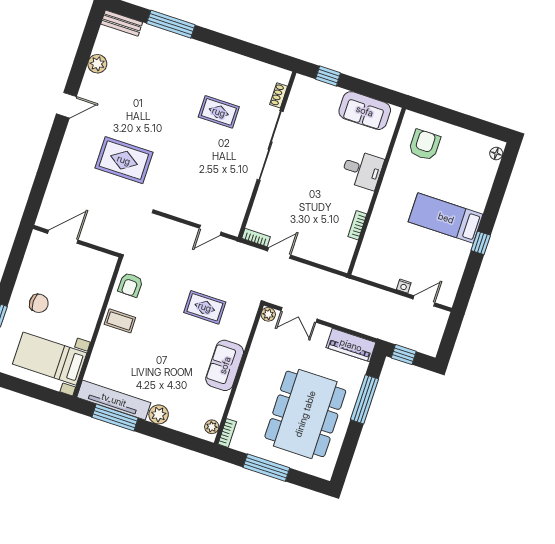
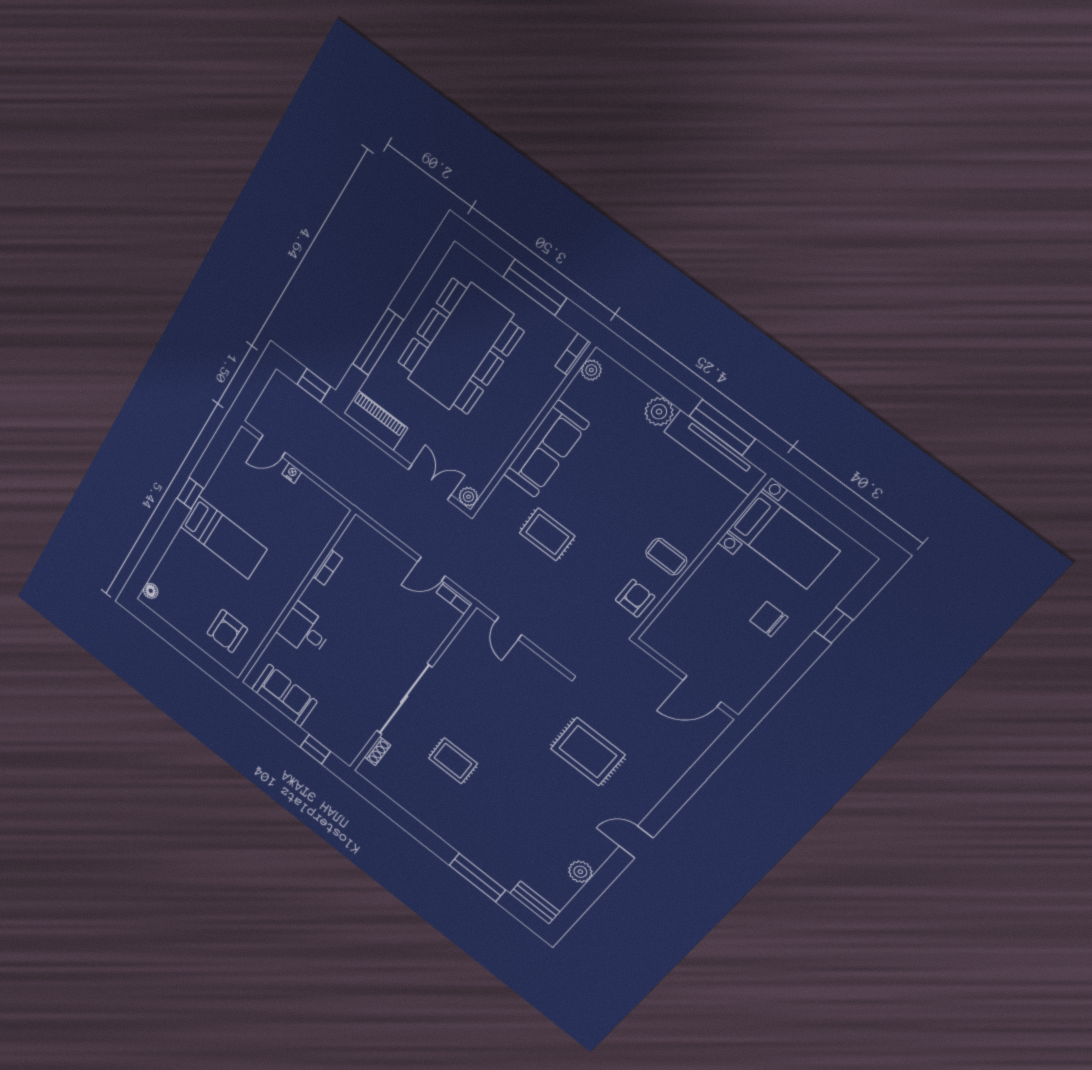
door: (210, 230) -> (508, 628), swing flipped
sofa: (225, 365) -> (546, 449), width x1.36

